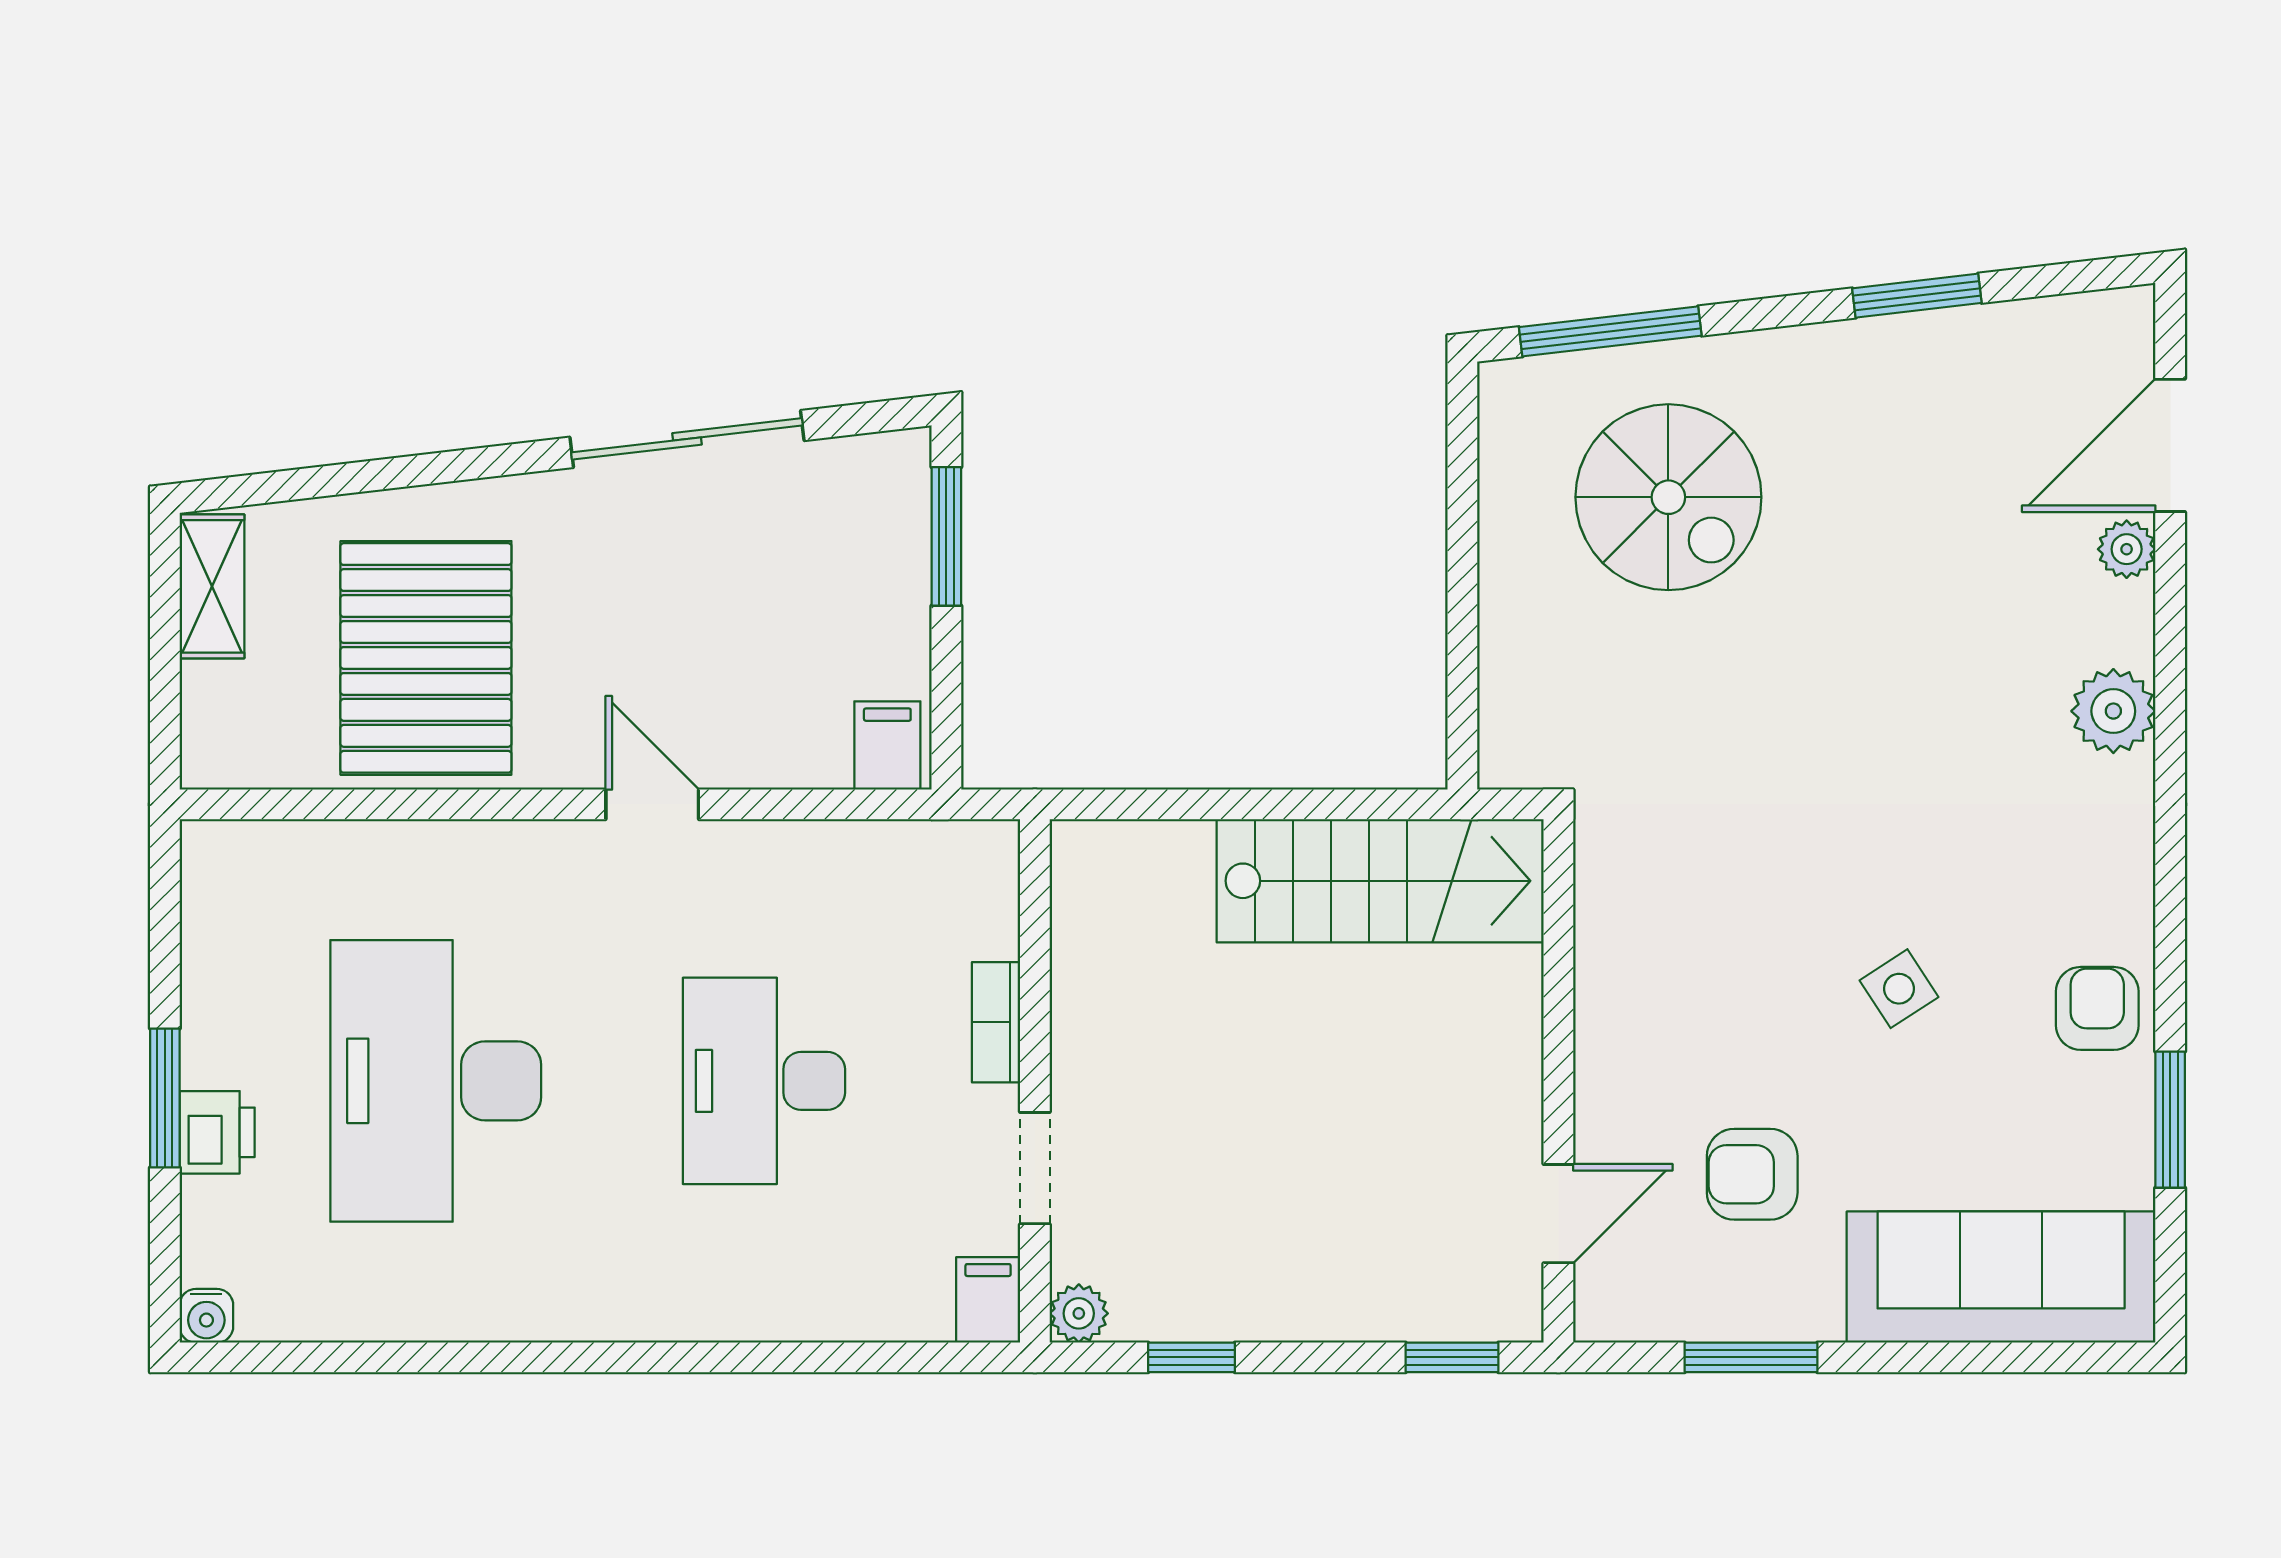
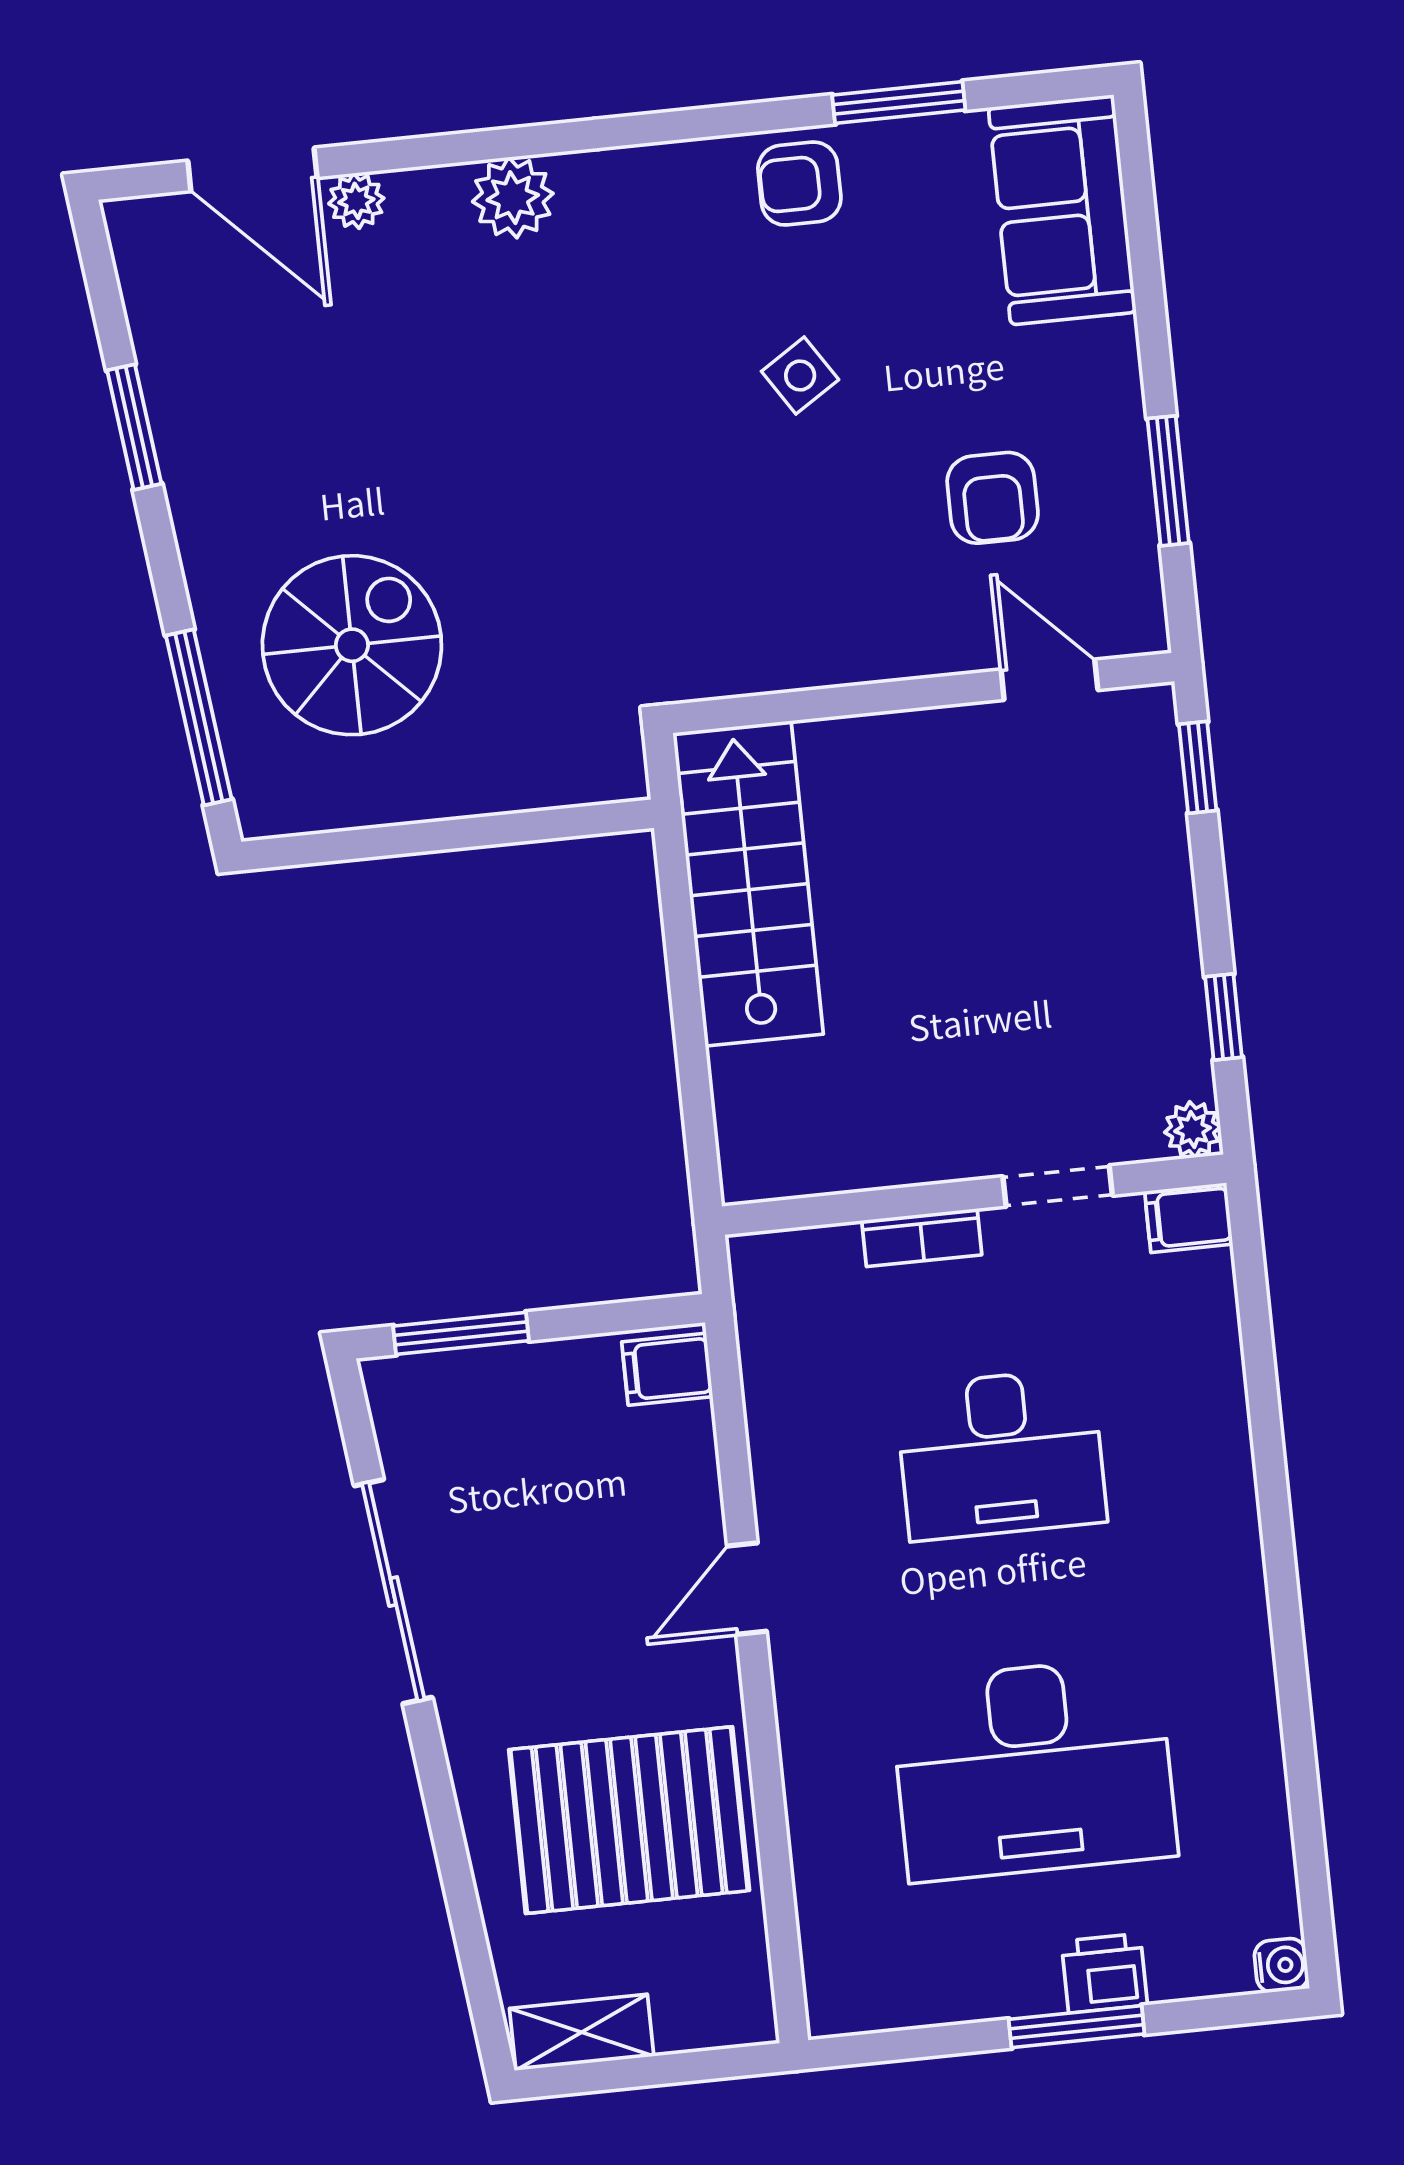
sofa: (2001, 1277) -> (1062, 210), width x0.73

